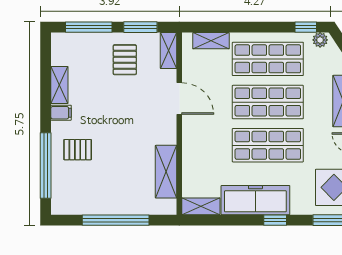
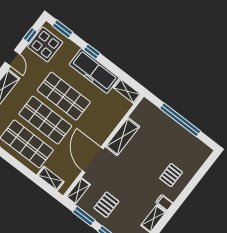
door: (179, 99) -> (93, 160), width x1.36
pallet: (78, 150) -> (171, 175), turned 90
window: (46, 166) -> (195, 180), removed
shelving: (166, 172) -> (123, 137), moved

